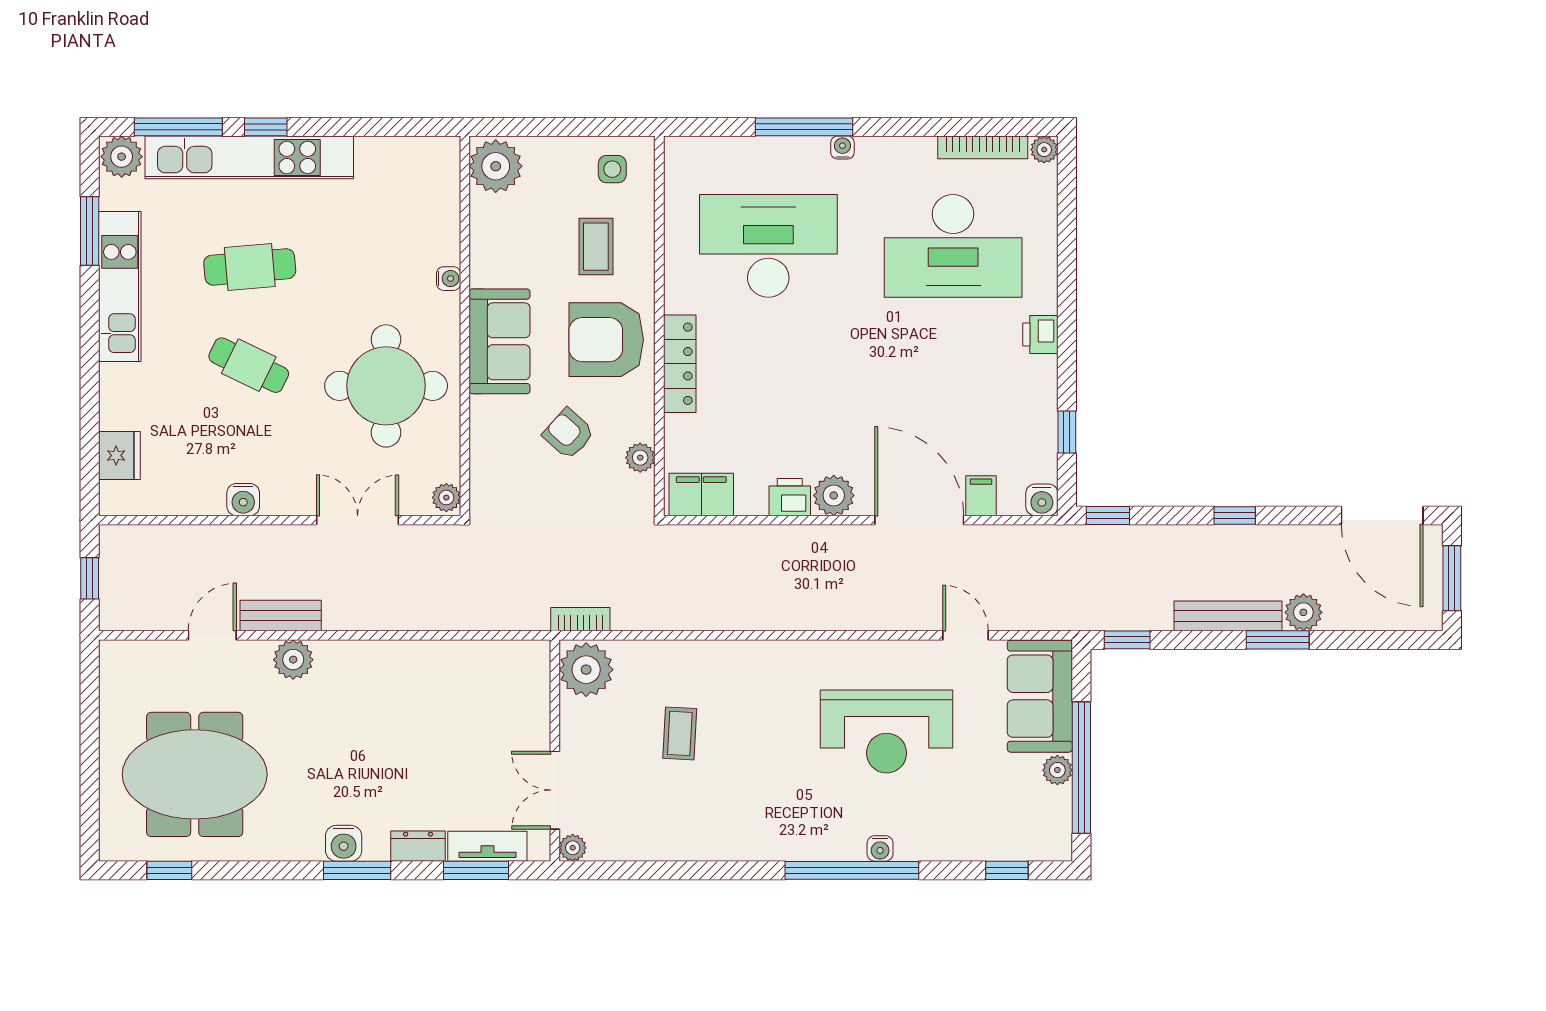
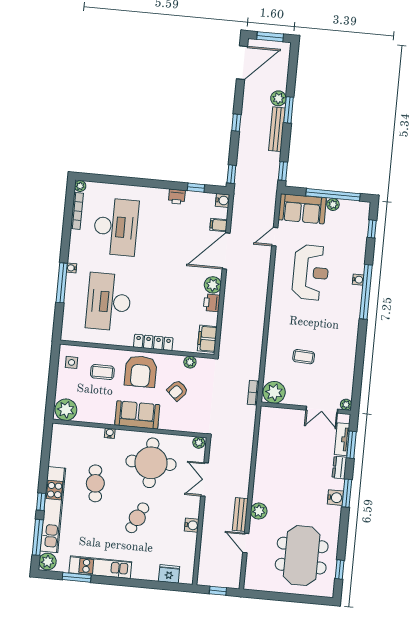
cafe table: (250, 267) -> (95, 483), moved
printer: (1040, 335) -> (177, 197), moved

